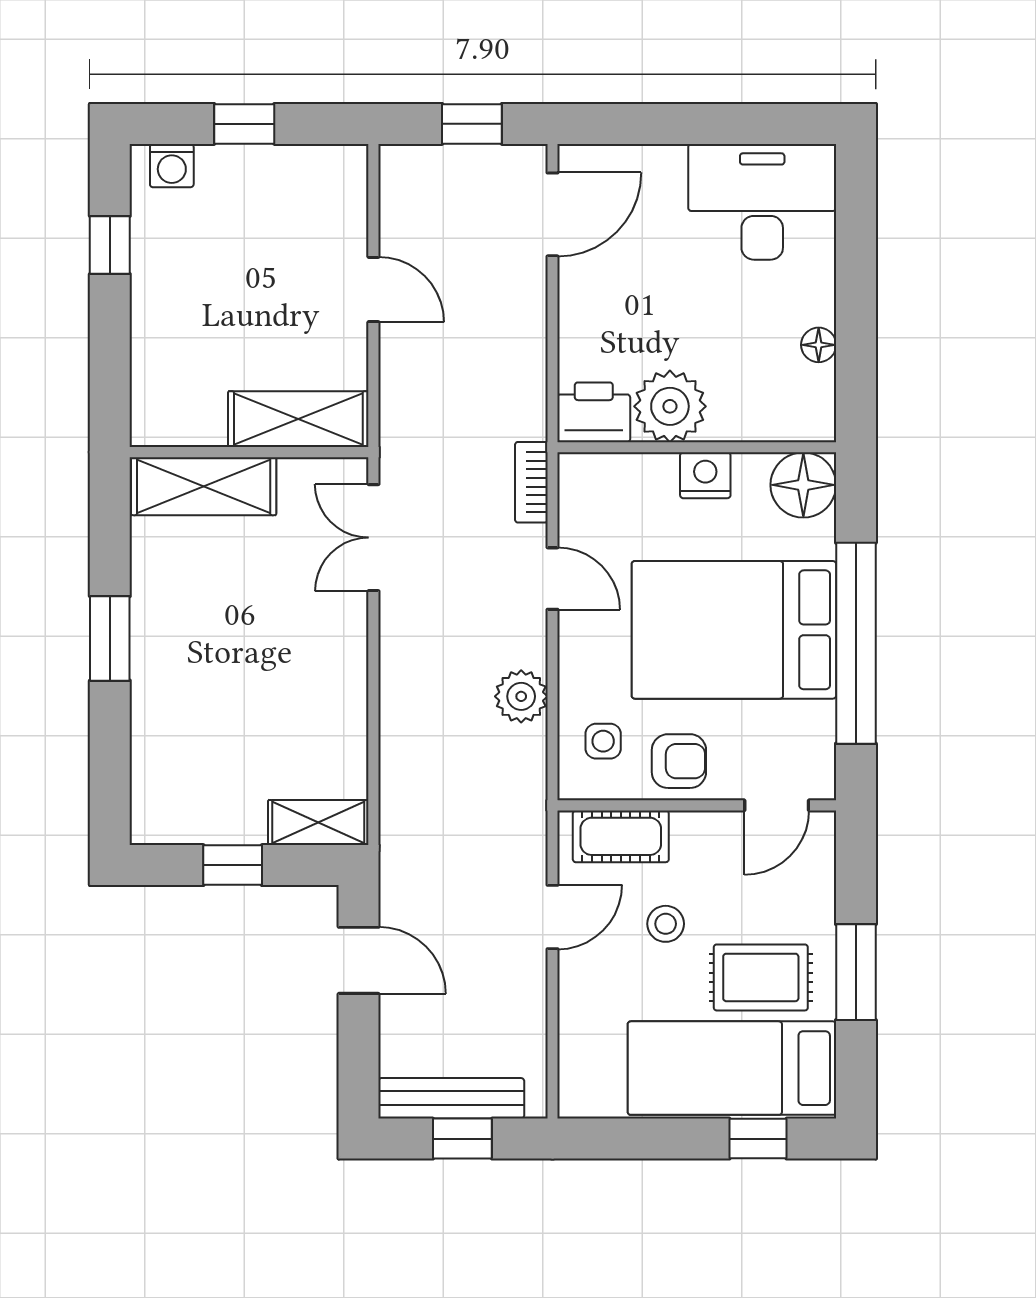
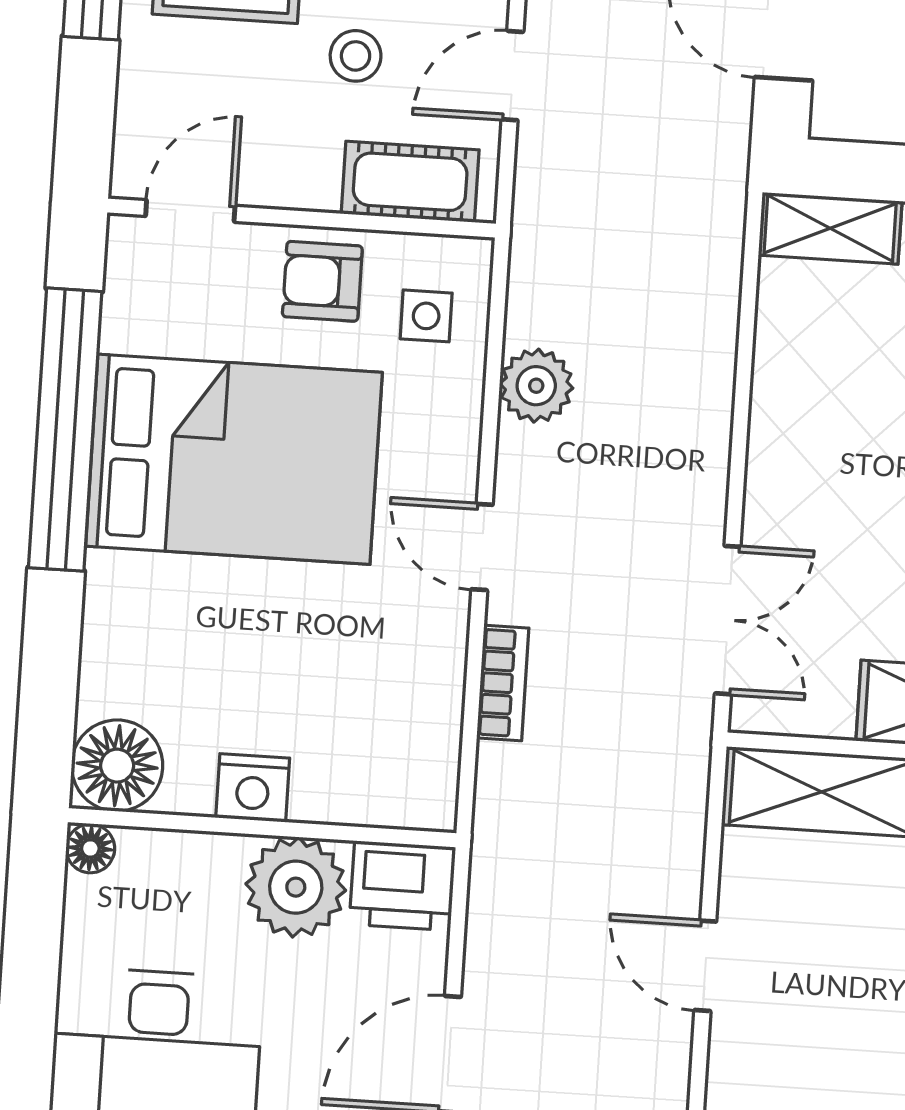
plant: (670, 406) -> (296, 887), moved
printer: (594, 412) -> (402, 886), moved
wall: (697, 447) -> (262, 828), moved
nightstand: (705, 475) -> (253, 788), moved
floor lamp: (803, 485) -> (117, 766), moved

